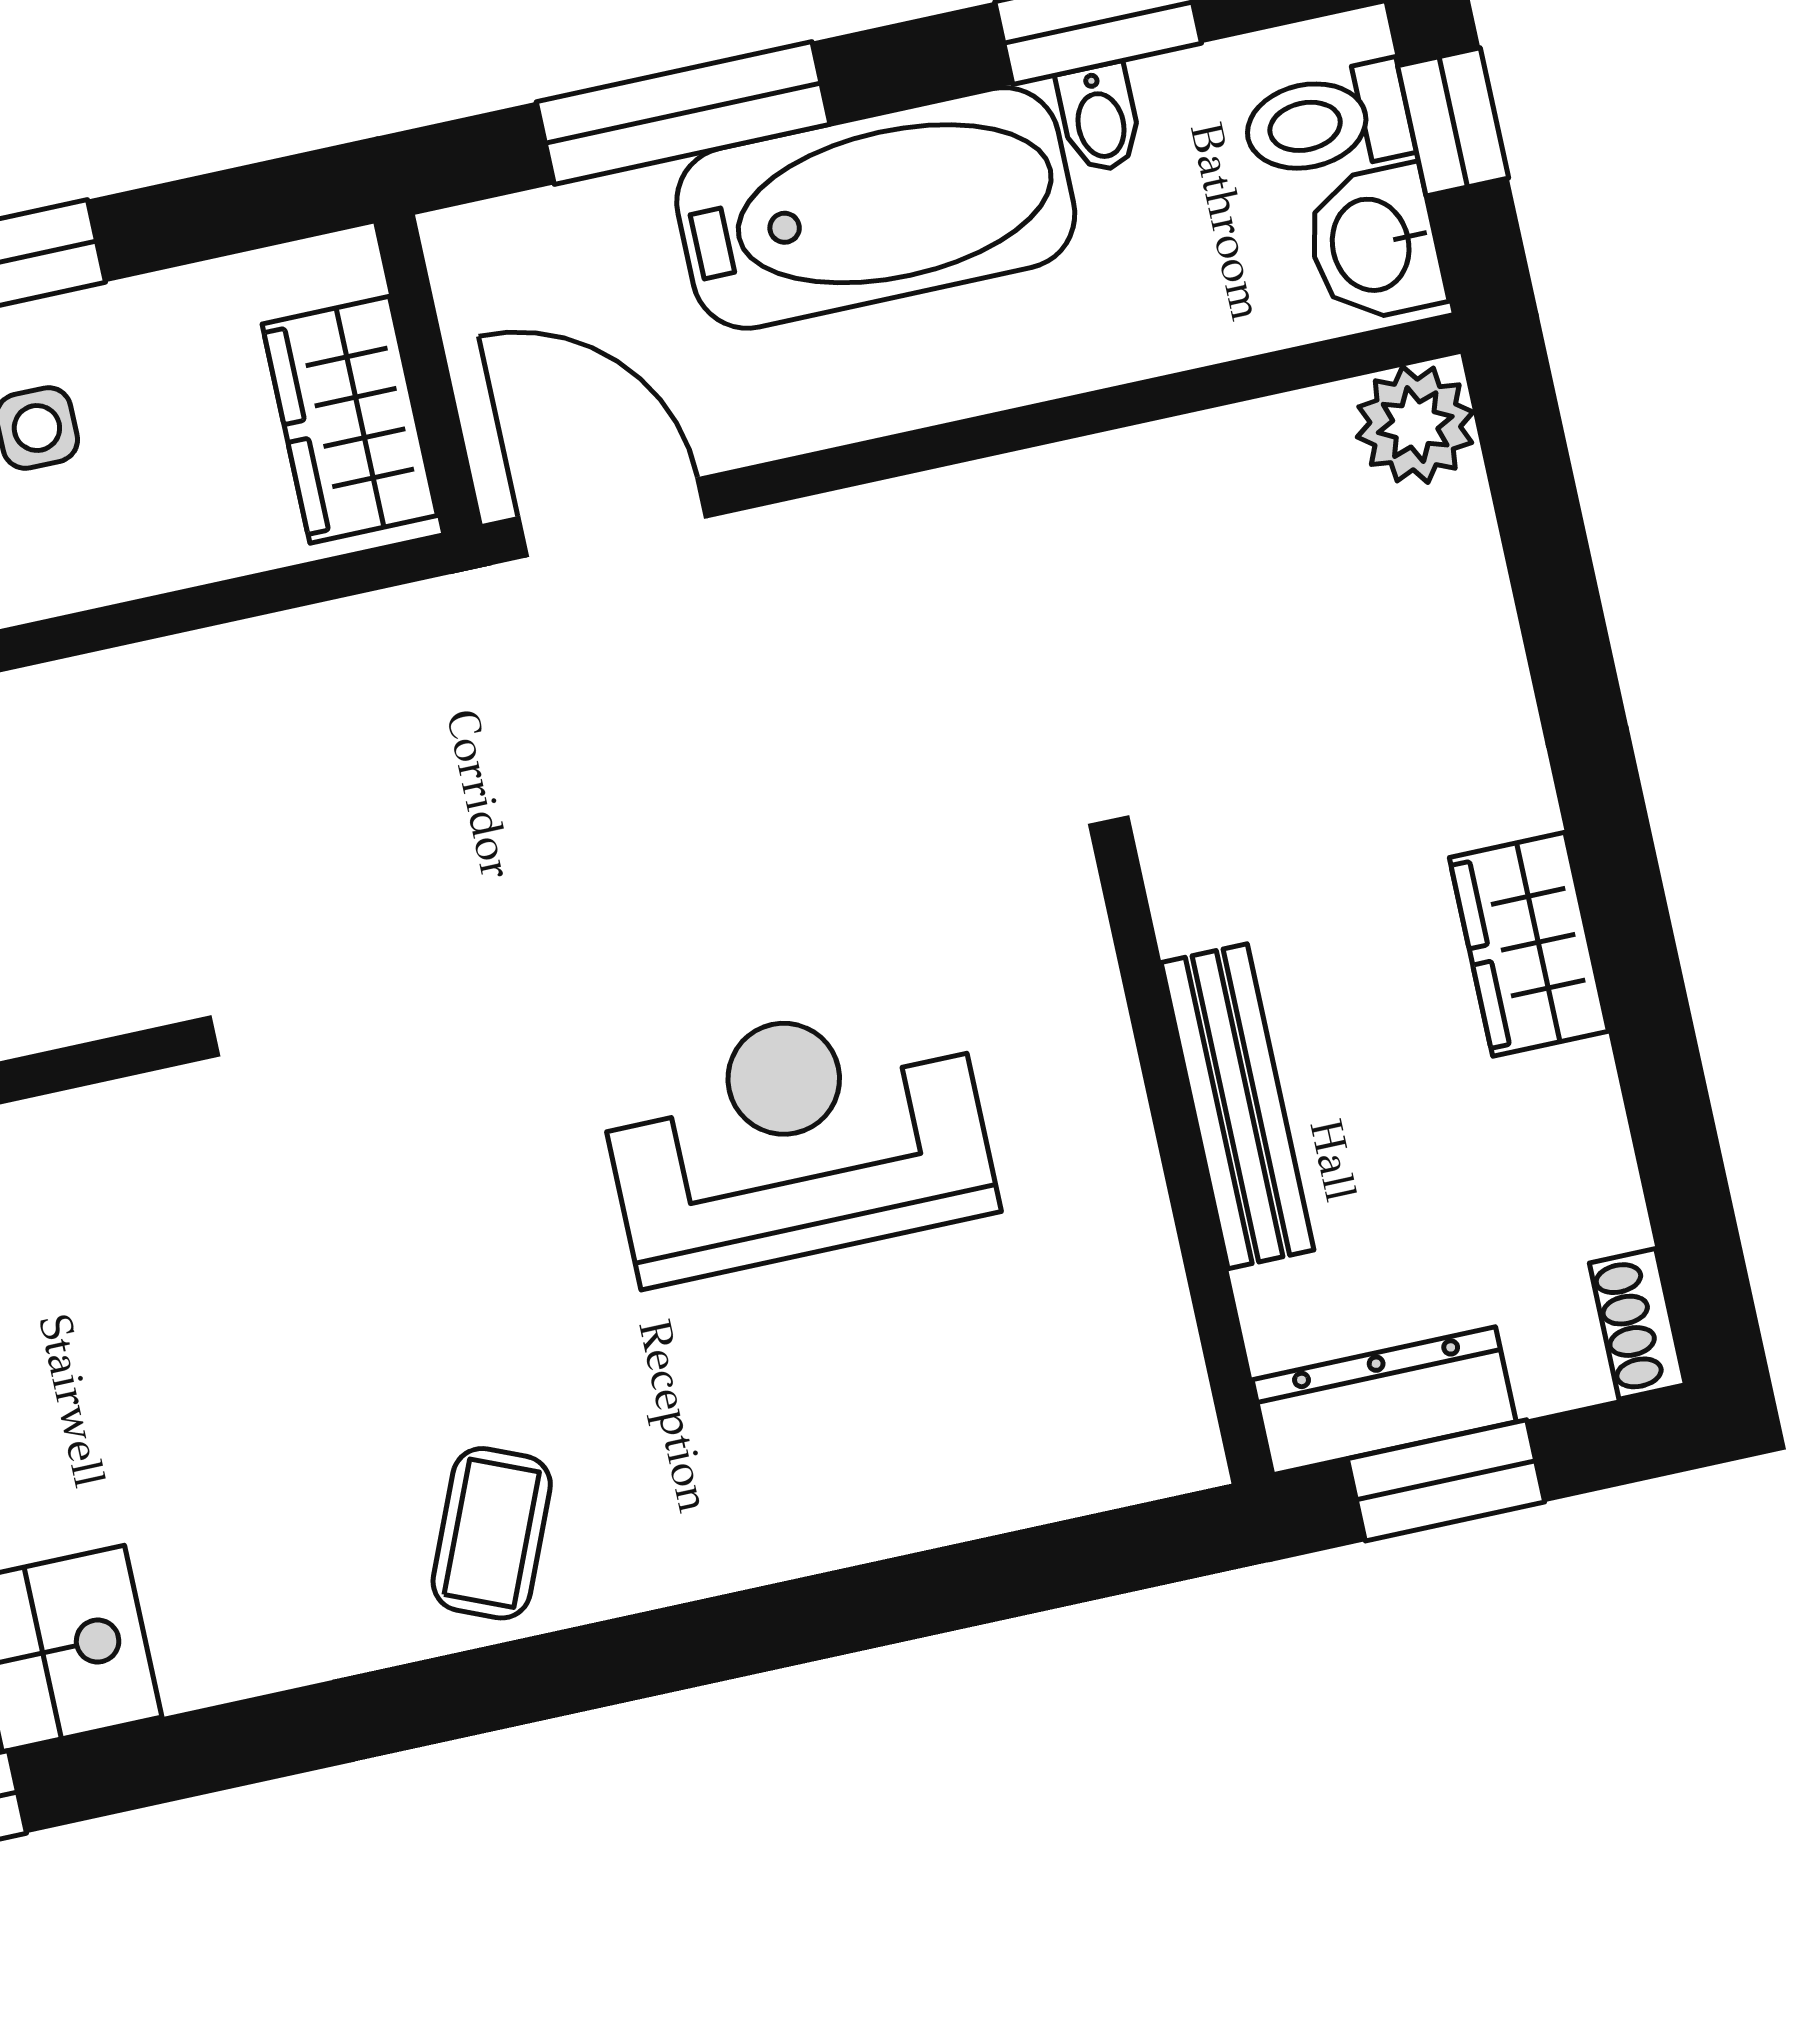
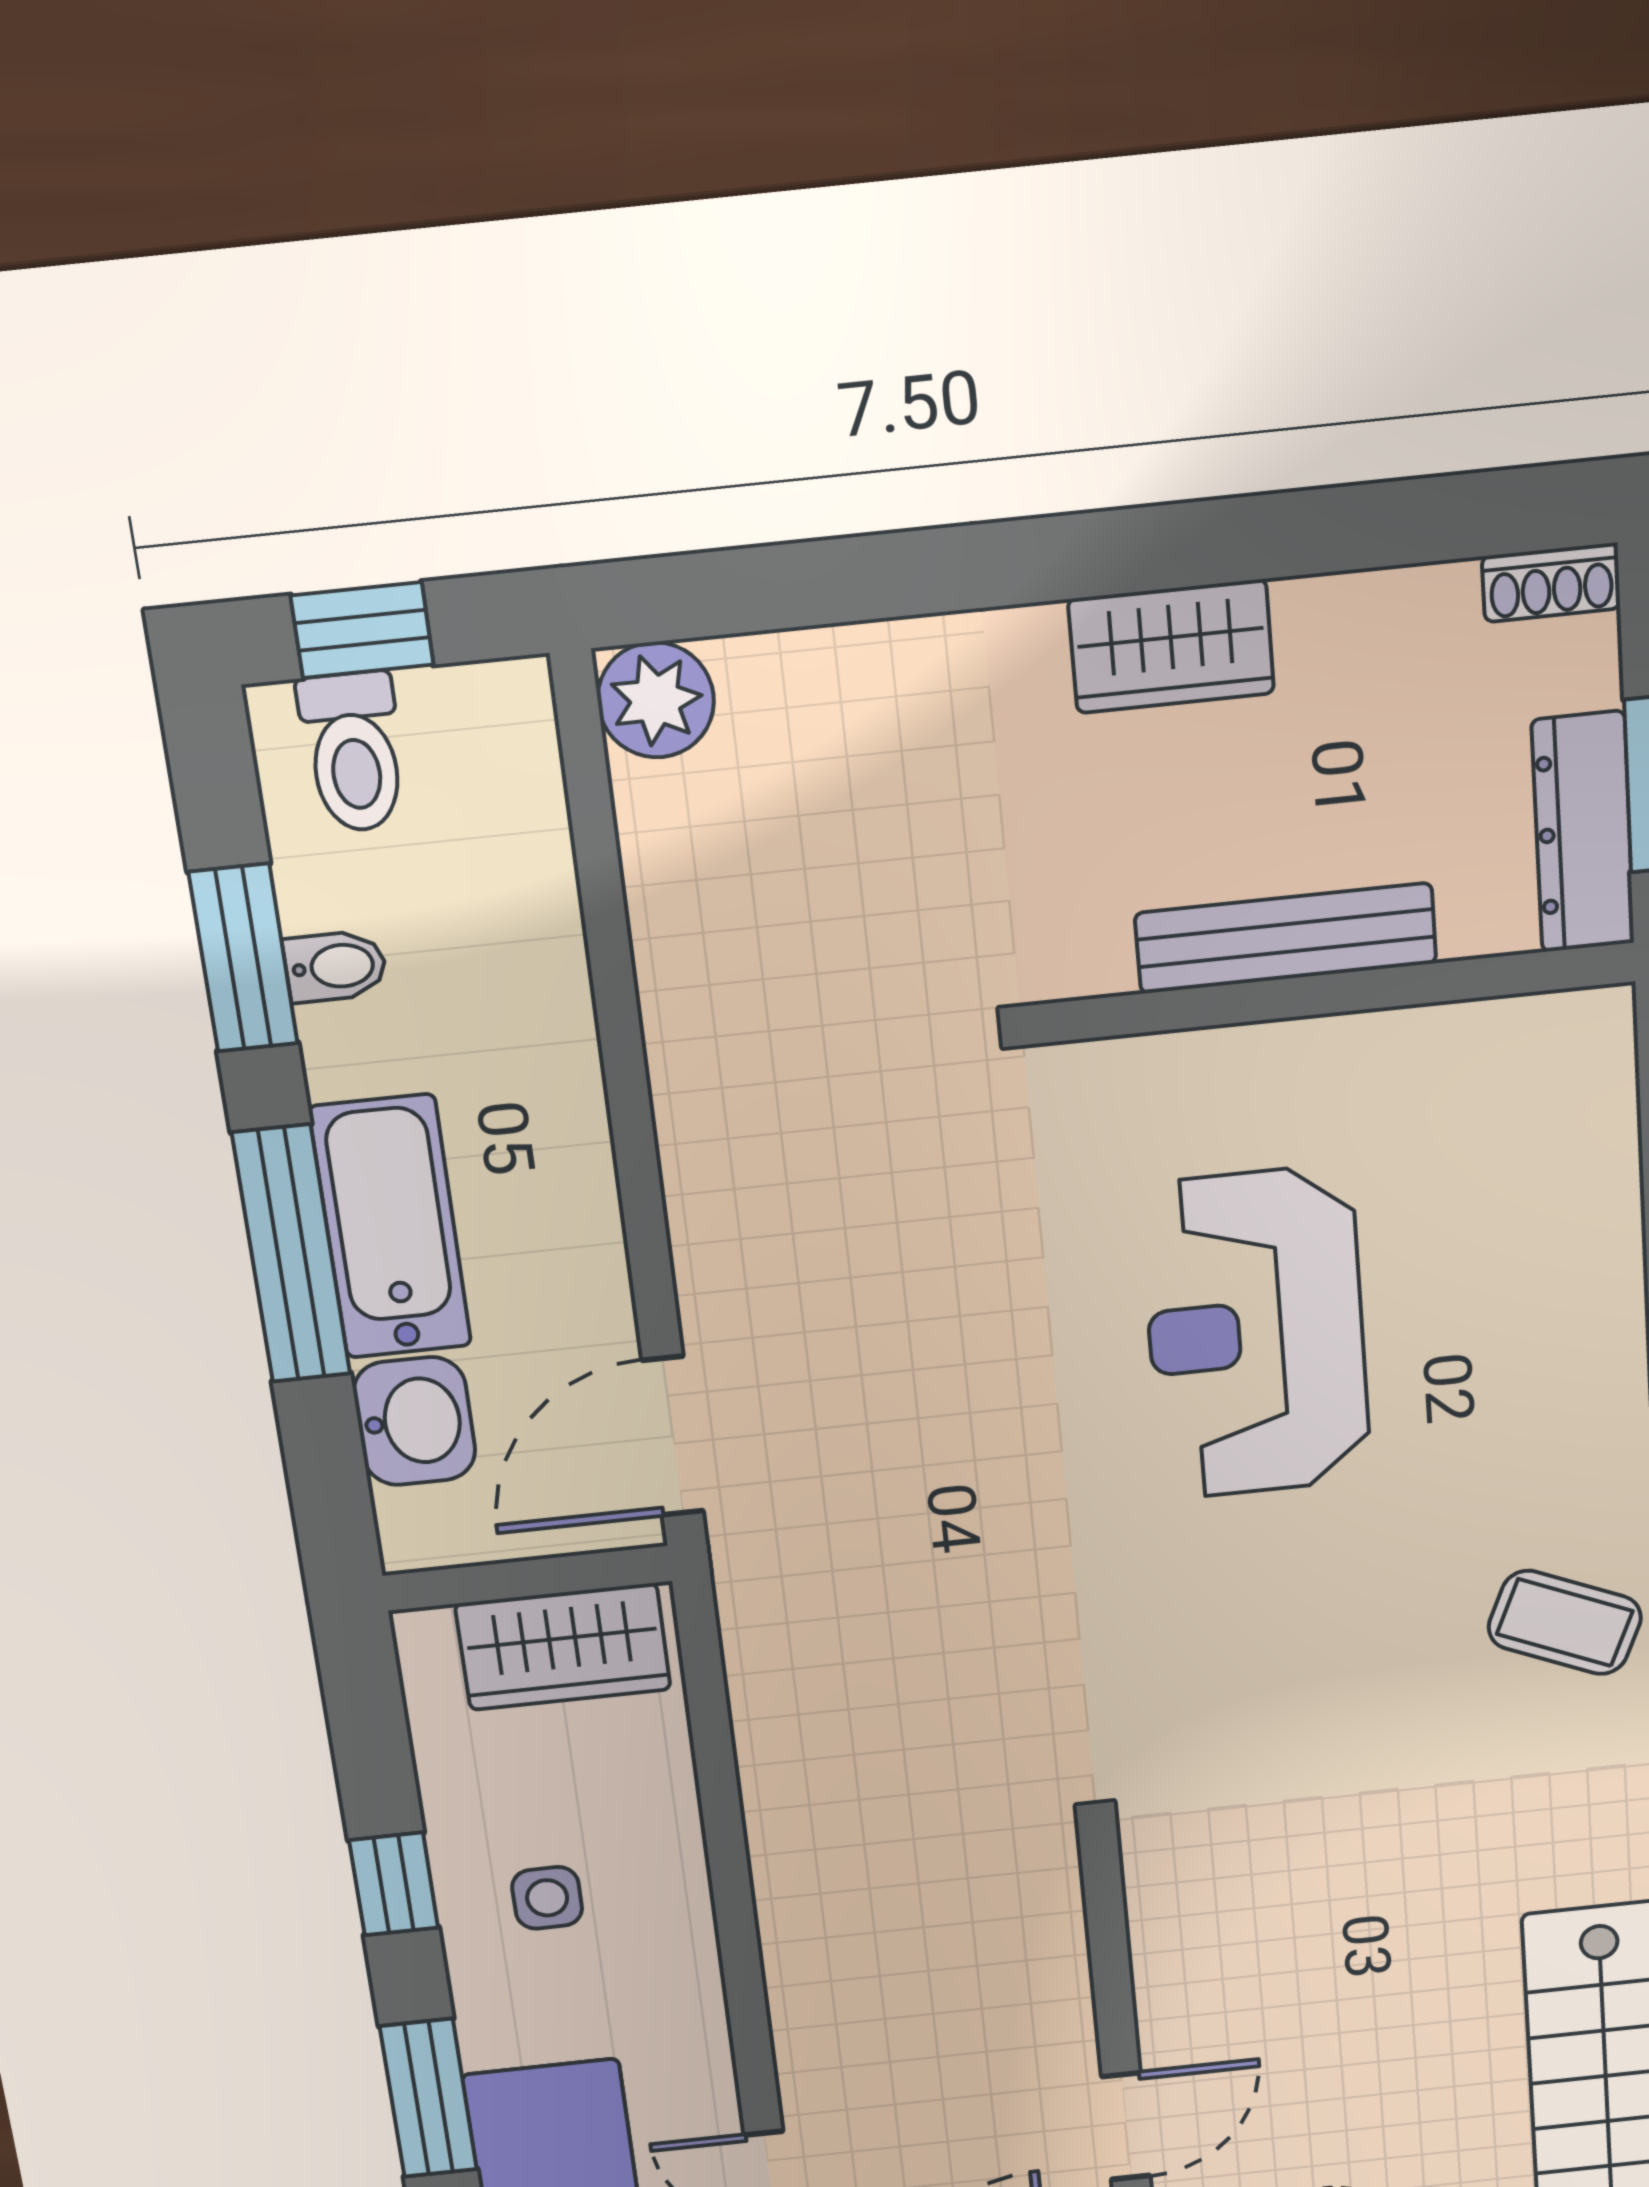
window: (683, 113) -> (291, 1254), moved
bathtub: (876, 208) -> (390, 1227), width x0.73, depth x0.73
washbasin: (1374, 244) -> (414, 1421), moved, turned -90

